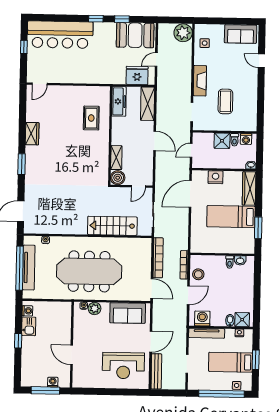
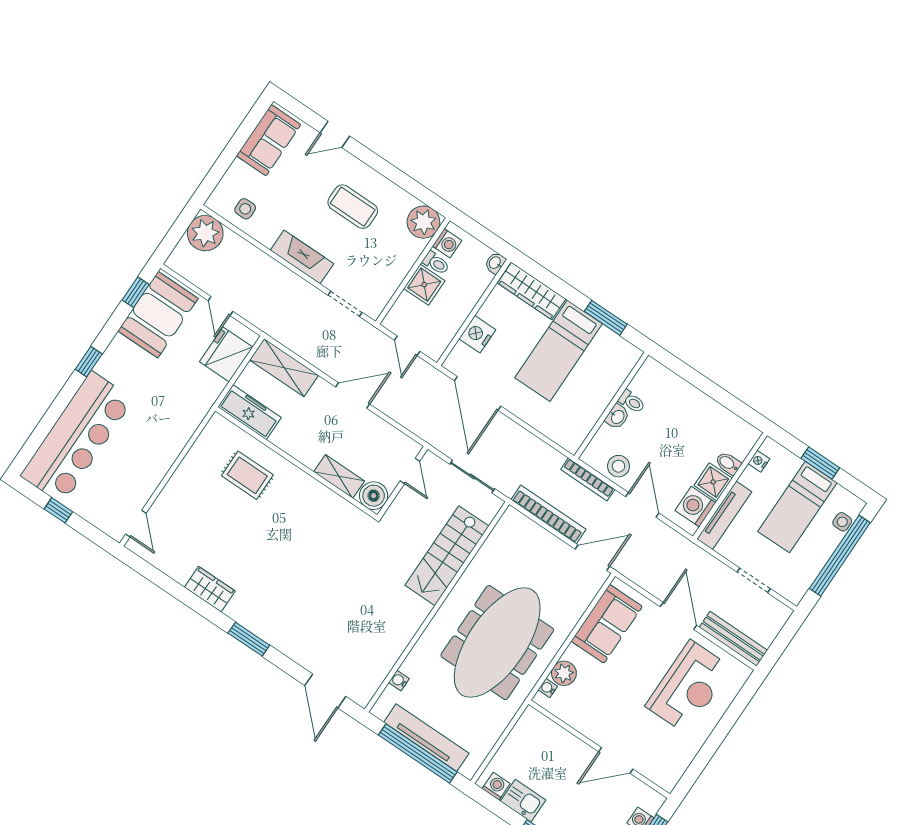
window: (122, 19) -> (136, 292), moved
coffee table: (225, 101) -> (353, 207), moved
plant: (249, 123) -> (423, 222), added
washbasin: (240, 260) -> (617, 417), moved
shower: (242, 320) -> (713, 482), moved

